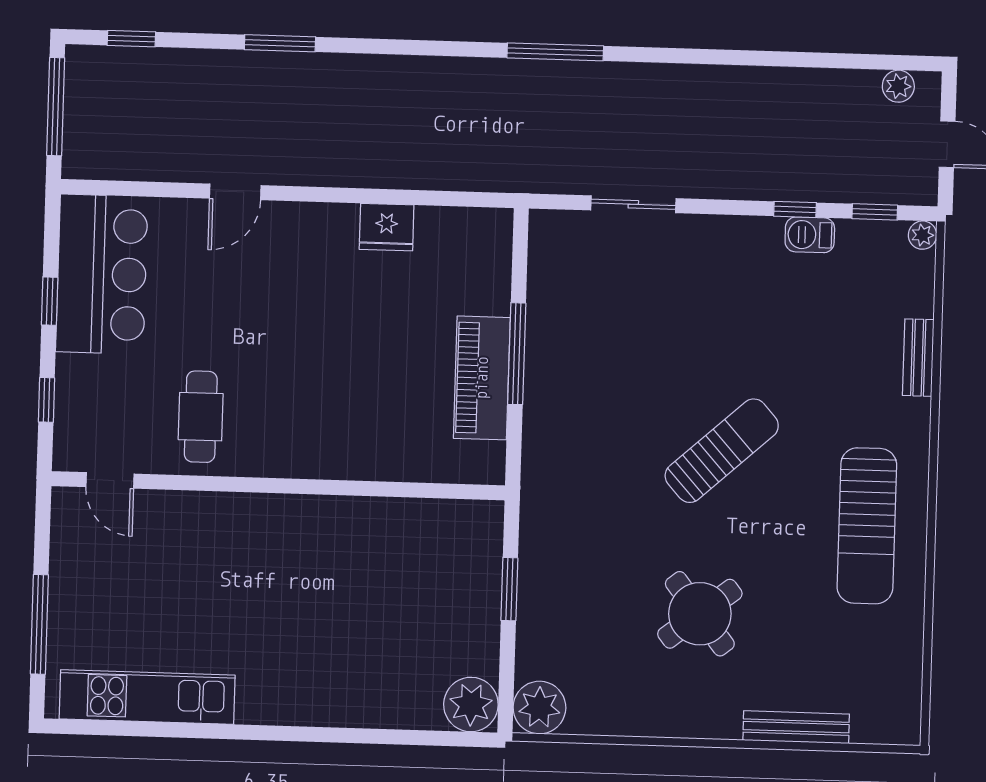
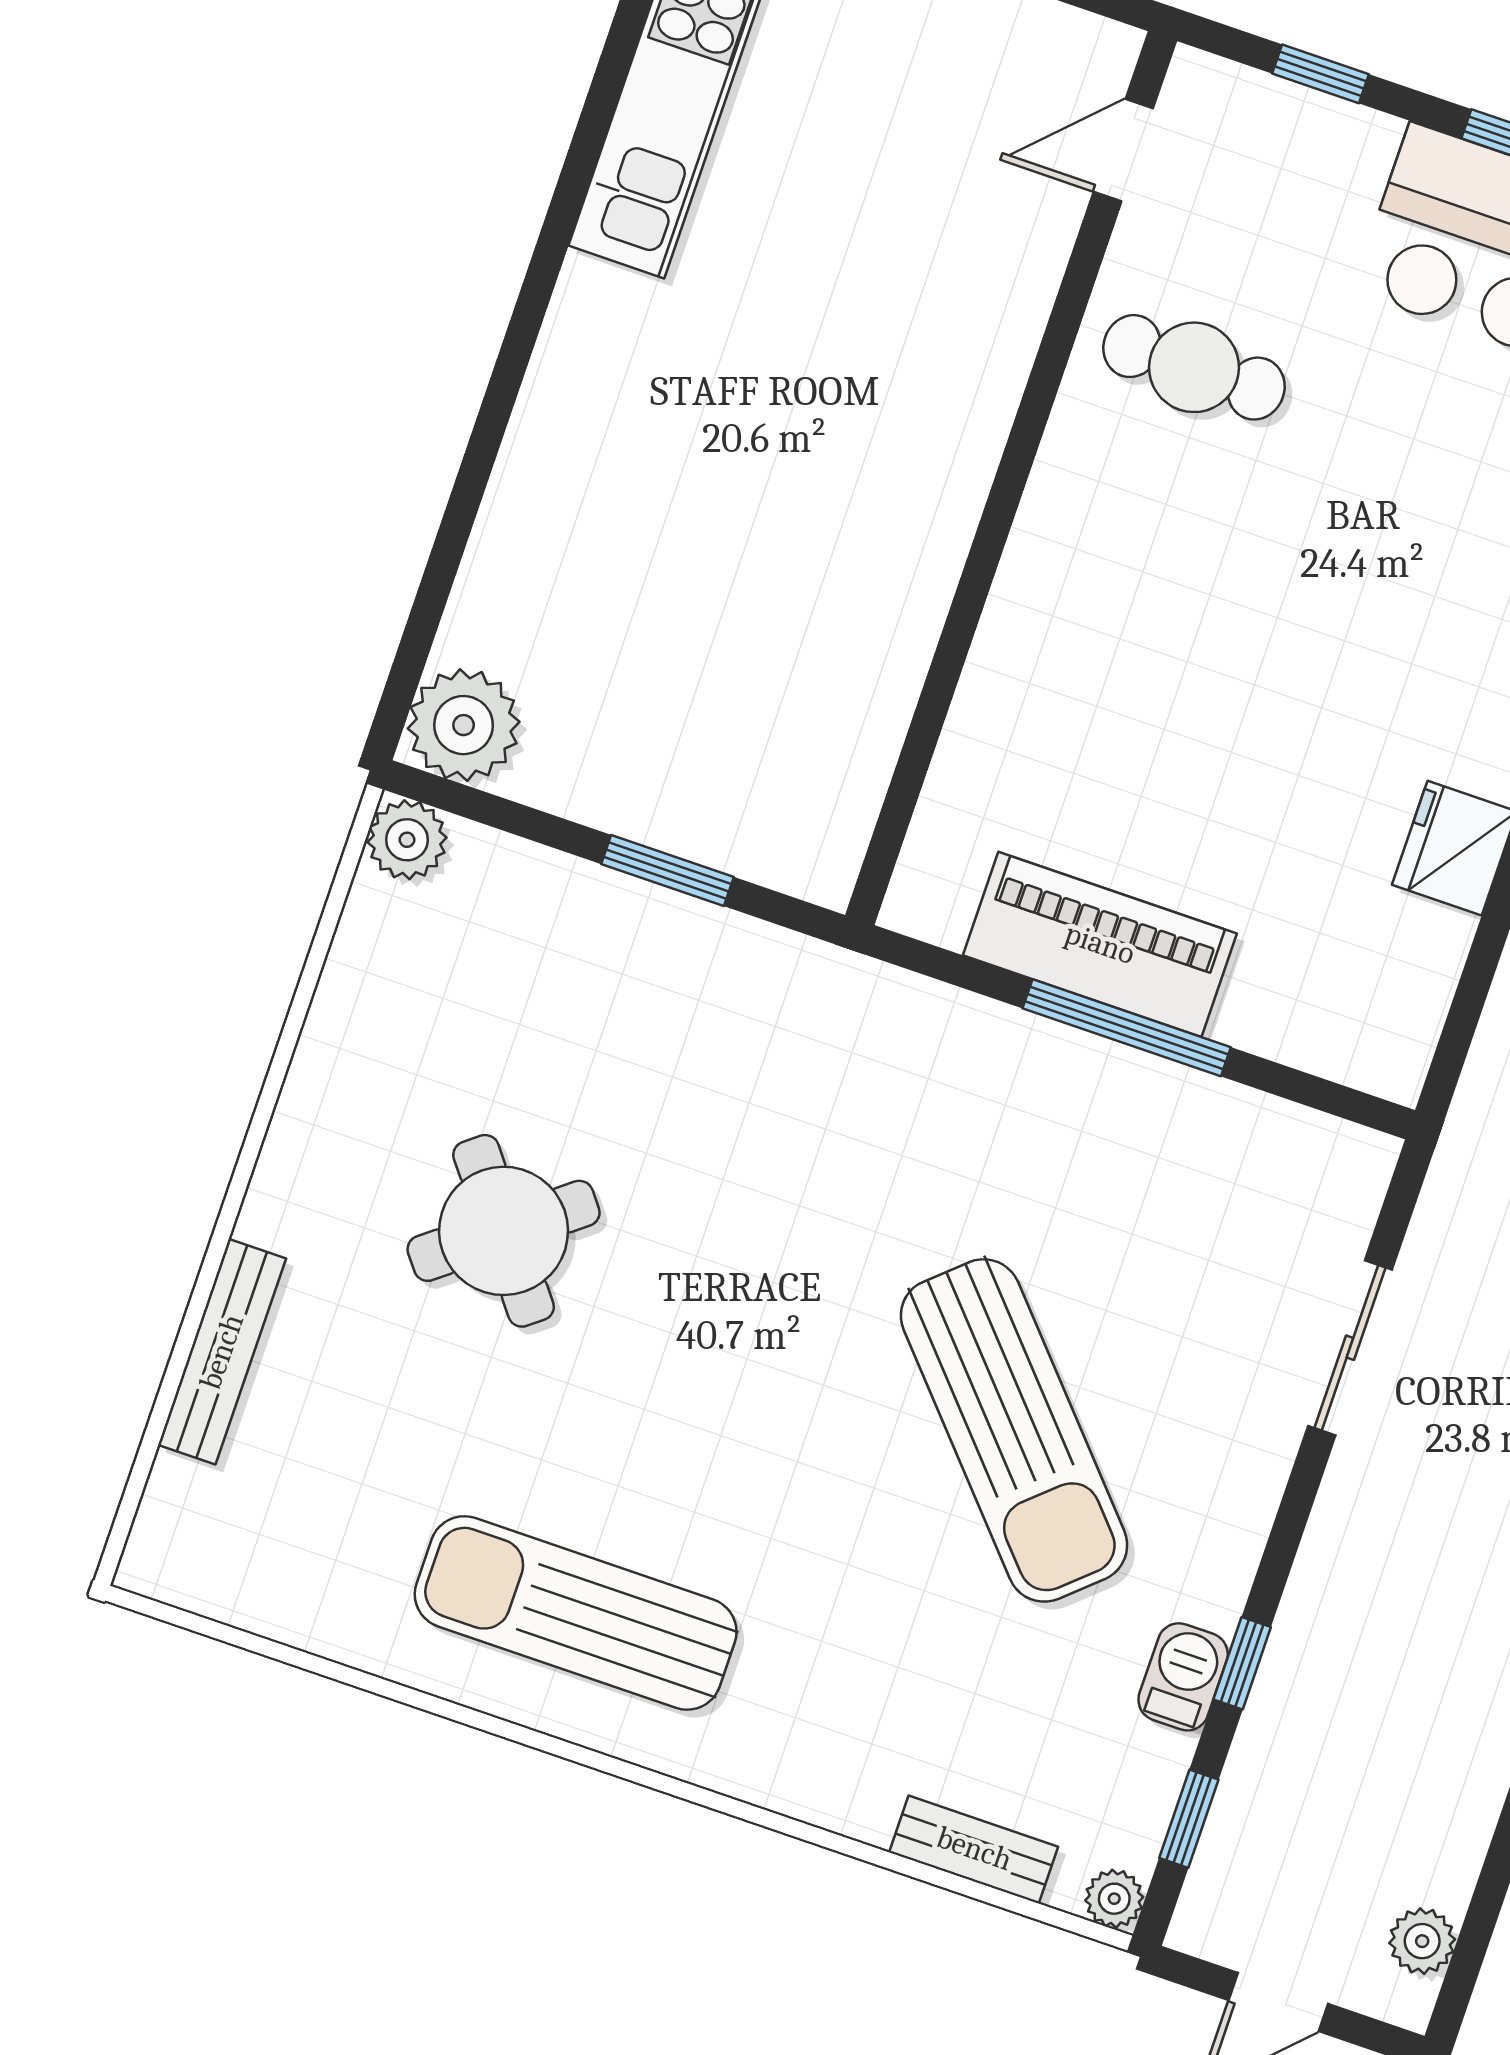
bench: (918, 358) -> (974, 1849), moved
sun lounger: (722, 451) -> (1014, 1430), moved, width x1.36, depth x1.34
plant: (539, 708) -> (407, 840), width x0.73, depth x0.73

